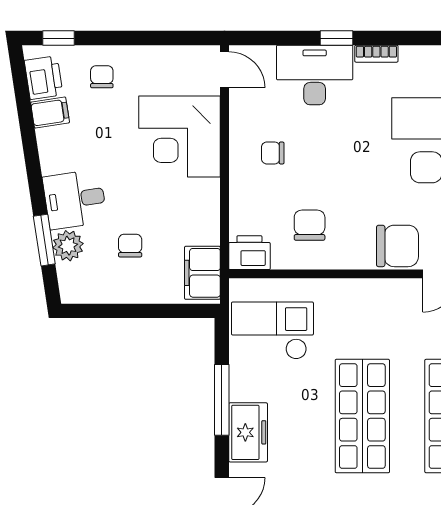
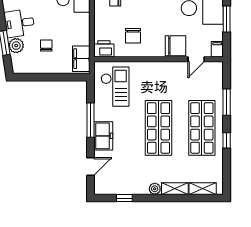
chair: (310, 225) -> (133, 36), turned 180
checkout: (272, 331) -> (115, 87), turned 90

